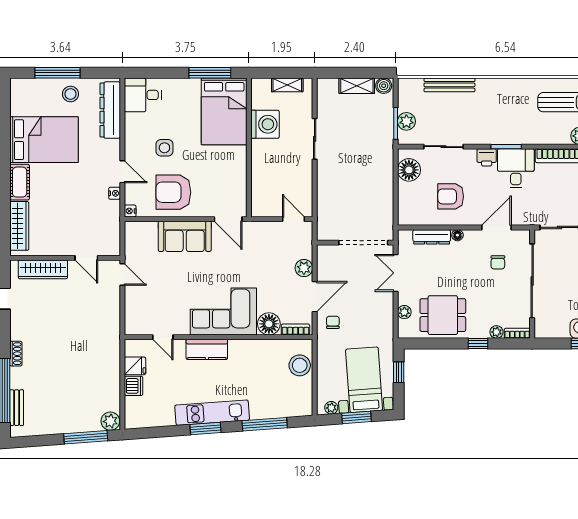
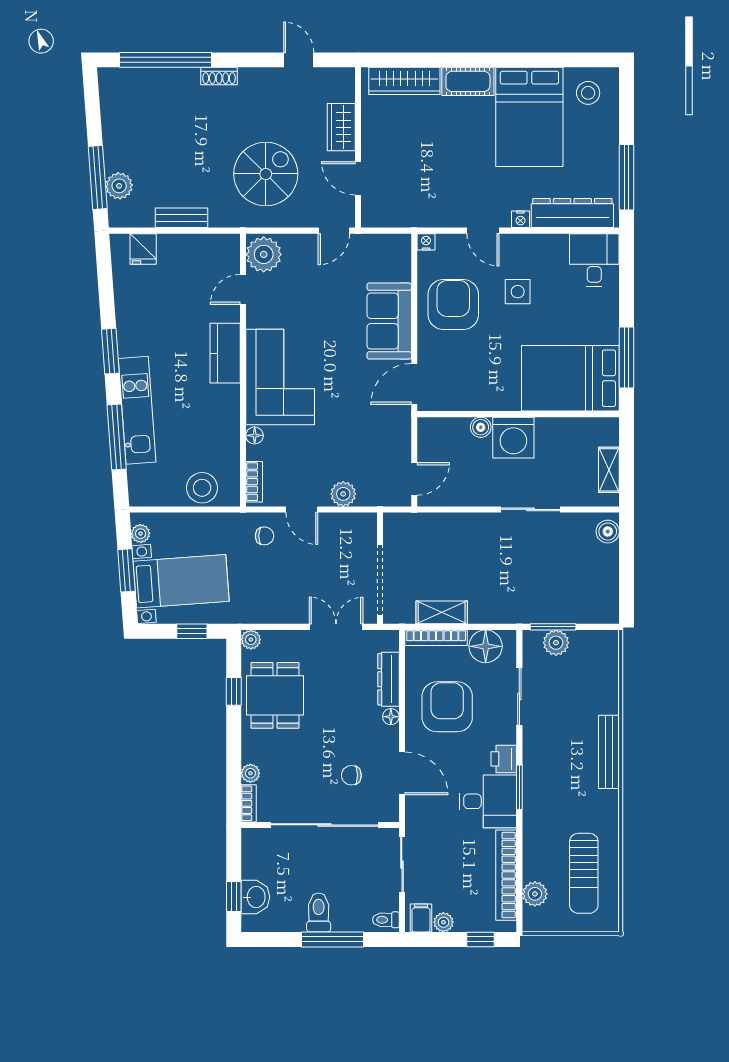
window: (57, 73) -> (627, 177), moved
bench: (449, 85) -> (609, 752), moved
shelving: (357, 86) -> (442, 612), moved, turned 90
boiler: (384, 86) -> (608, 532), moved
stool: (71, 94) -> (588, 93), moved
washing machine: (265, 124) -> (513, 438), moved
door: (122, 172) -> (483, 231), hinge flipped
boiler: (258, 173) -> (481, 427), added
nightstand: (115, 193) -> (520, 219), moved
armchair: (451, 196) -> (447, 707), width x1.36, depth x1.36
bookcase: (403, 204) -> (436, 638), added
door: (86, 258) -> (358, 178), hinge flipped
wardrobe: (43, 269) -> (341, 127), width x0.67
door: (315, 297) -> (302, 509), width x0.73
plant: (404, 312) -> (251, 640), moved
spiral stairs: (83, 321) -> (266, 174), added
plant: (139, 323) -> (264, 254), added
floor lamp: (269, 324) -> (255, 435), width x0.53, depth x0.53
window: (478, 344) -> (234, 691), moved
fridge: (135, 366) -> (143, 249), moved
dishwasher: (134, 386) -> (172, 247), removed
bench: (17, 408) -> (181, 218), moved
kitchen unit: (212, 413) -> (137, 410), moved
plant: (110, 421) -> (119, 186), moved

